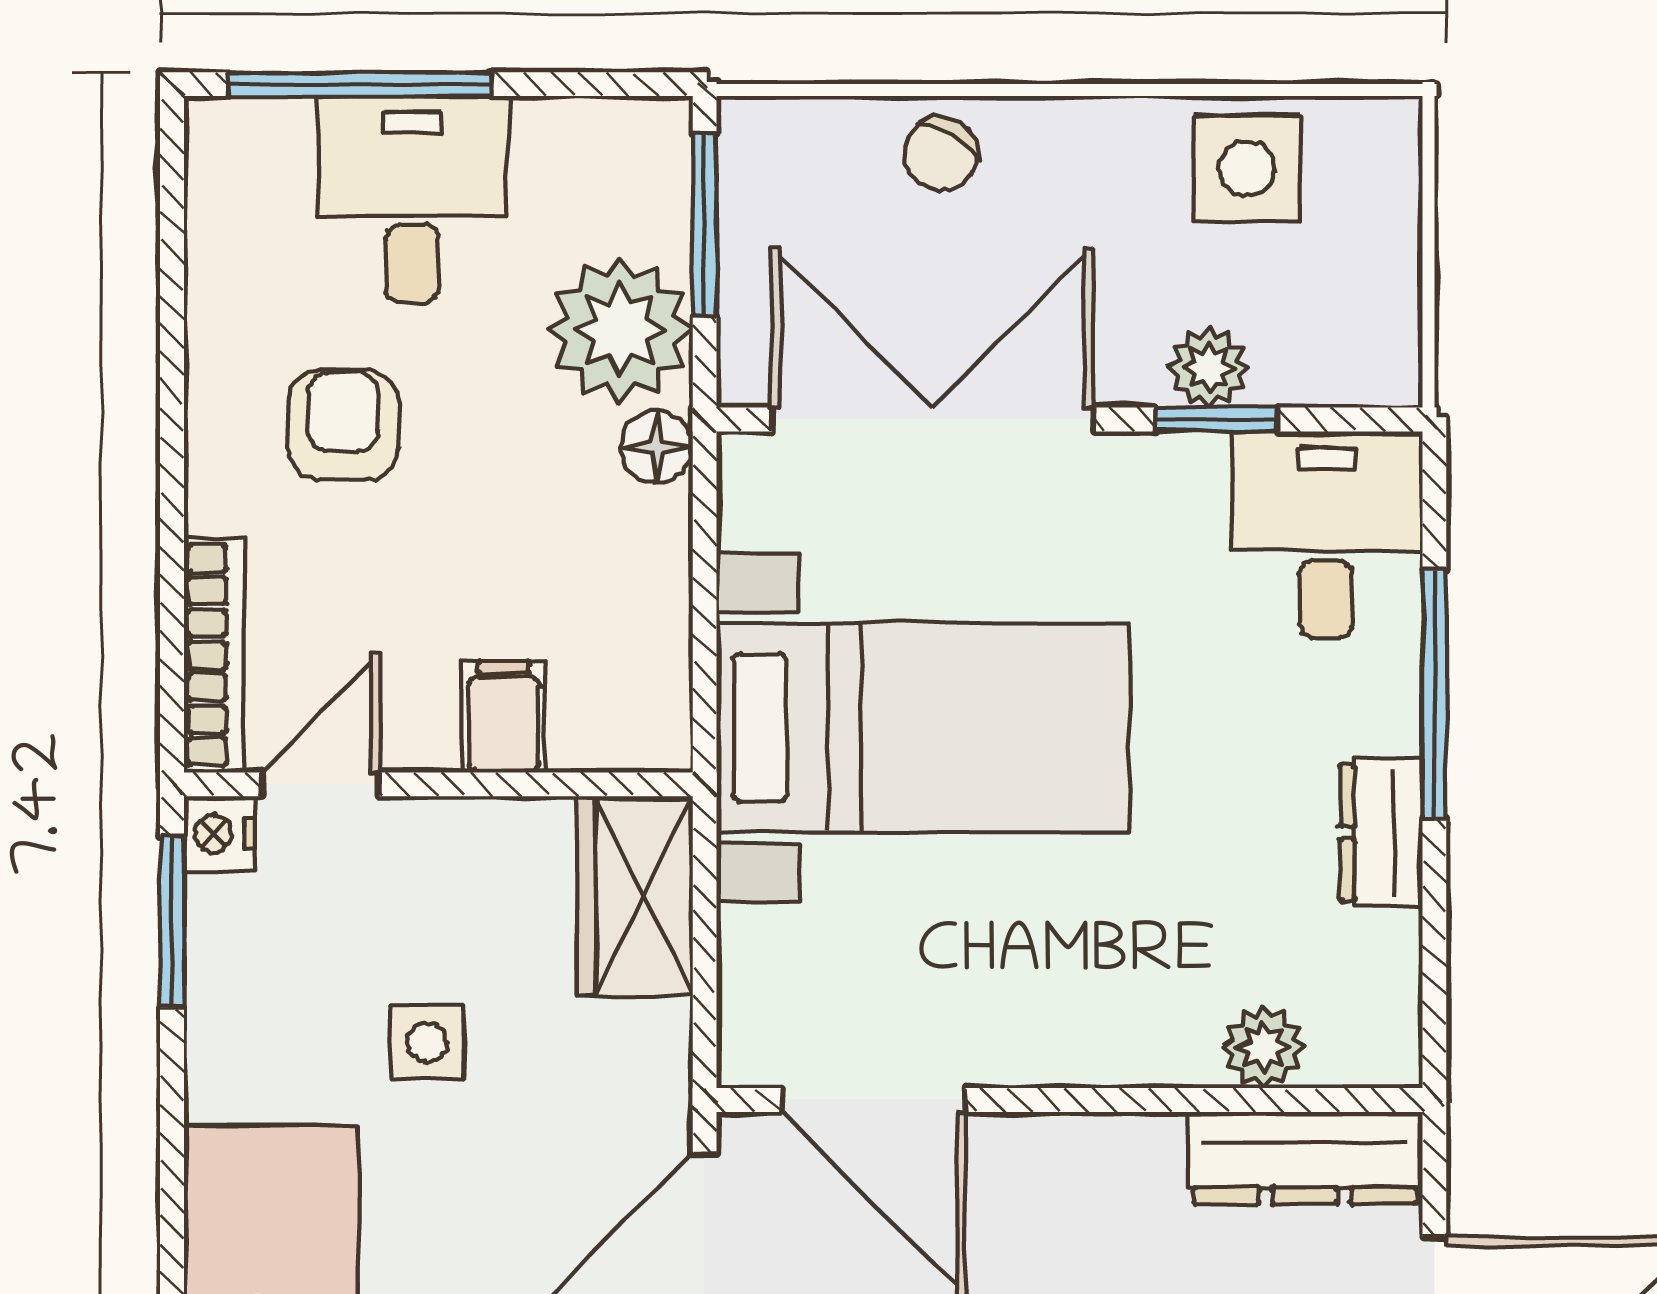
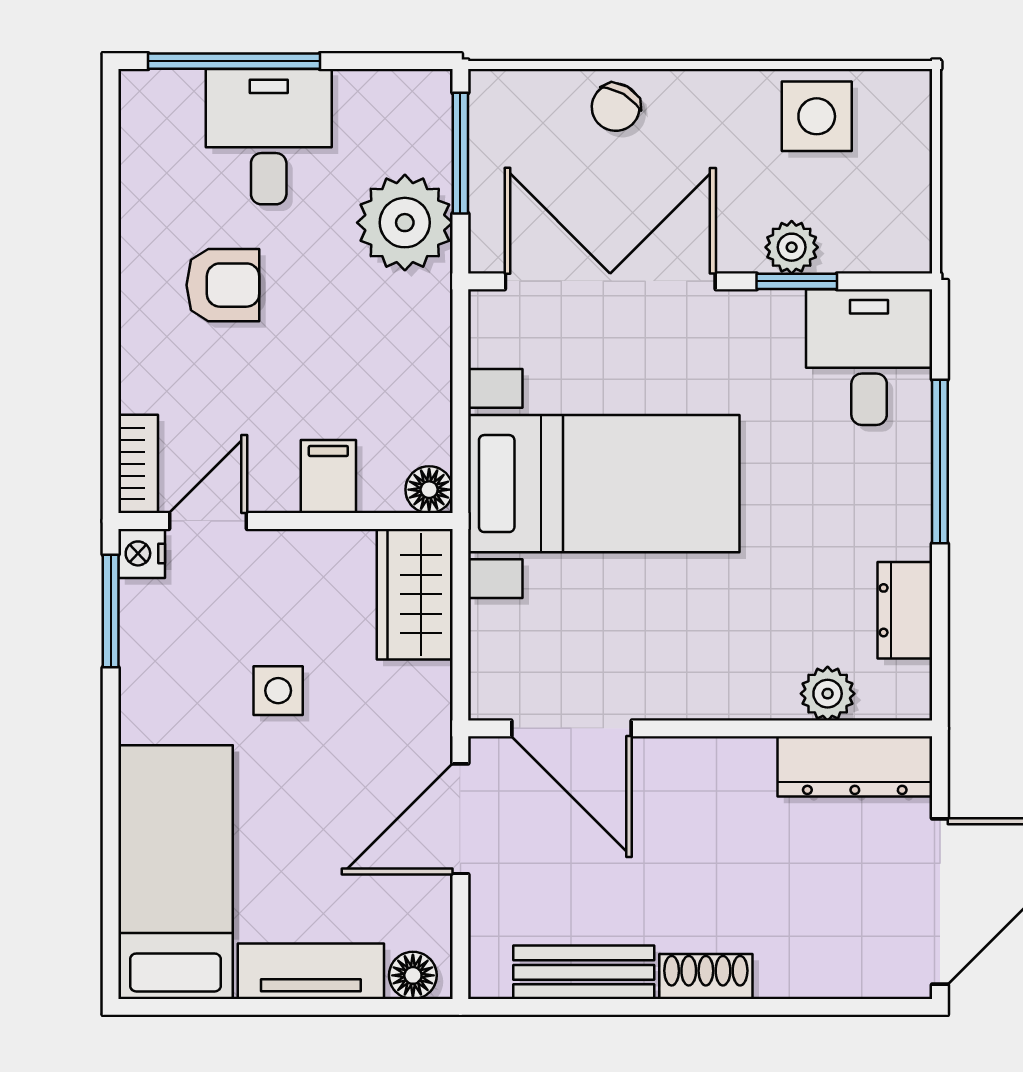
armchair: (343, 425) -> (223, 285), turned 90
floor lamp: (657, 447) -> (429, 490), moved
bookcase: (214, 655) -> (138, 464), width x0.64
dresser: (1381, 833) -> (905, 610), moved

